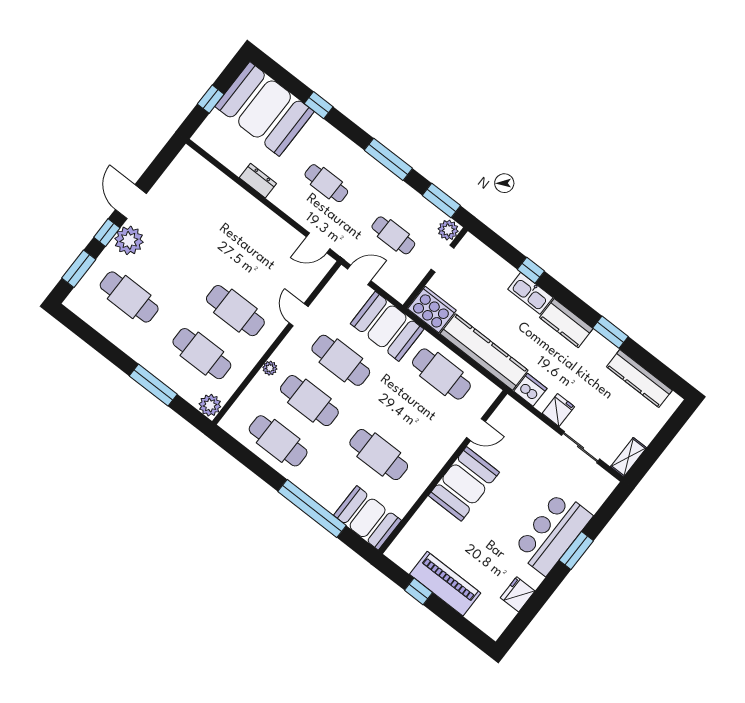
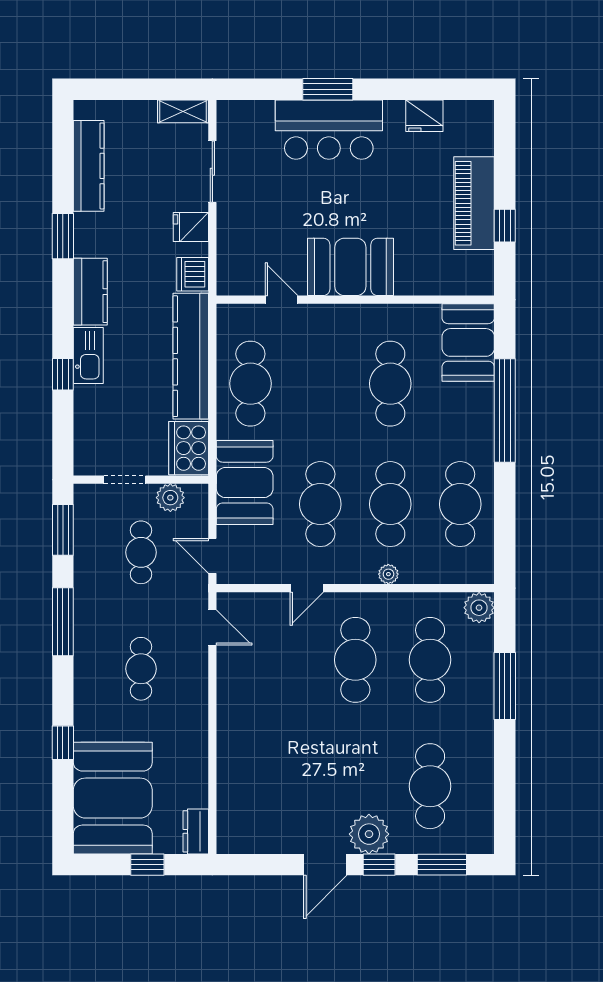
dresser: (258, 181) -> (196, 831), moved
plant: (448, 230) -> (170, 498), moved

